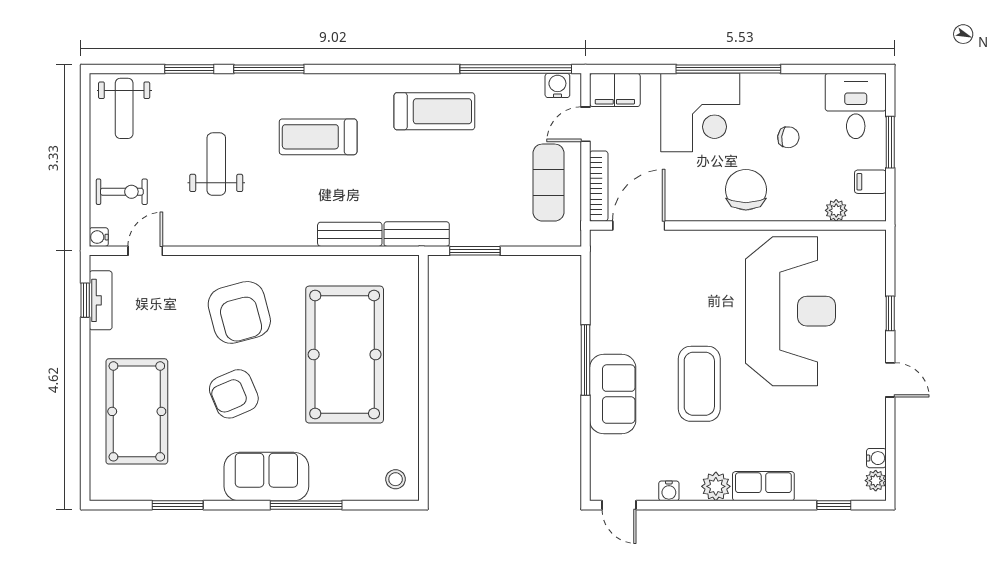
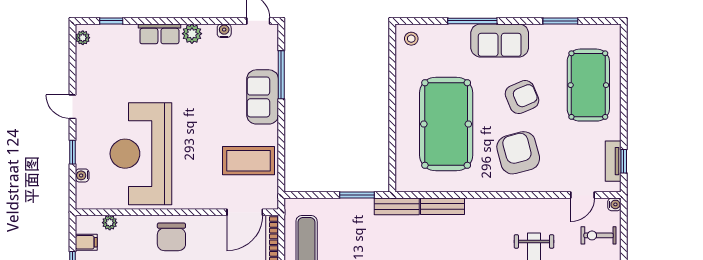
window: (586, 360) -> (281, 75), moved
coffee table: (699, 384) -> (249, 161), moved, turned 90
water cooler: (876, 458) -> (82, 175), moved

